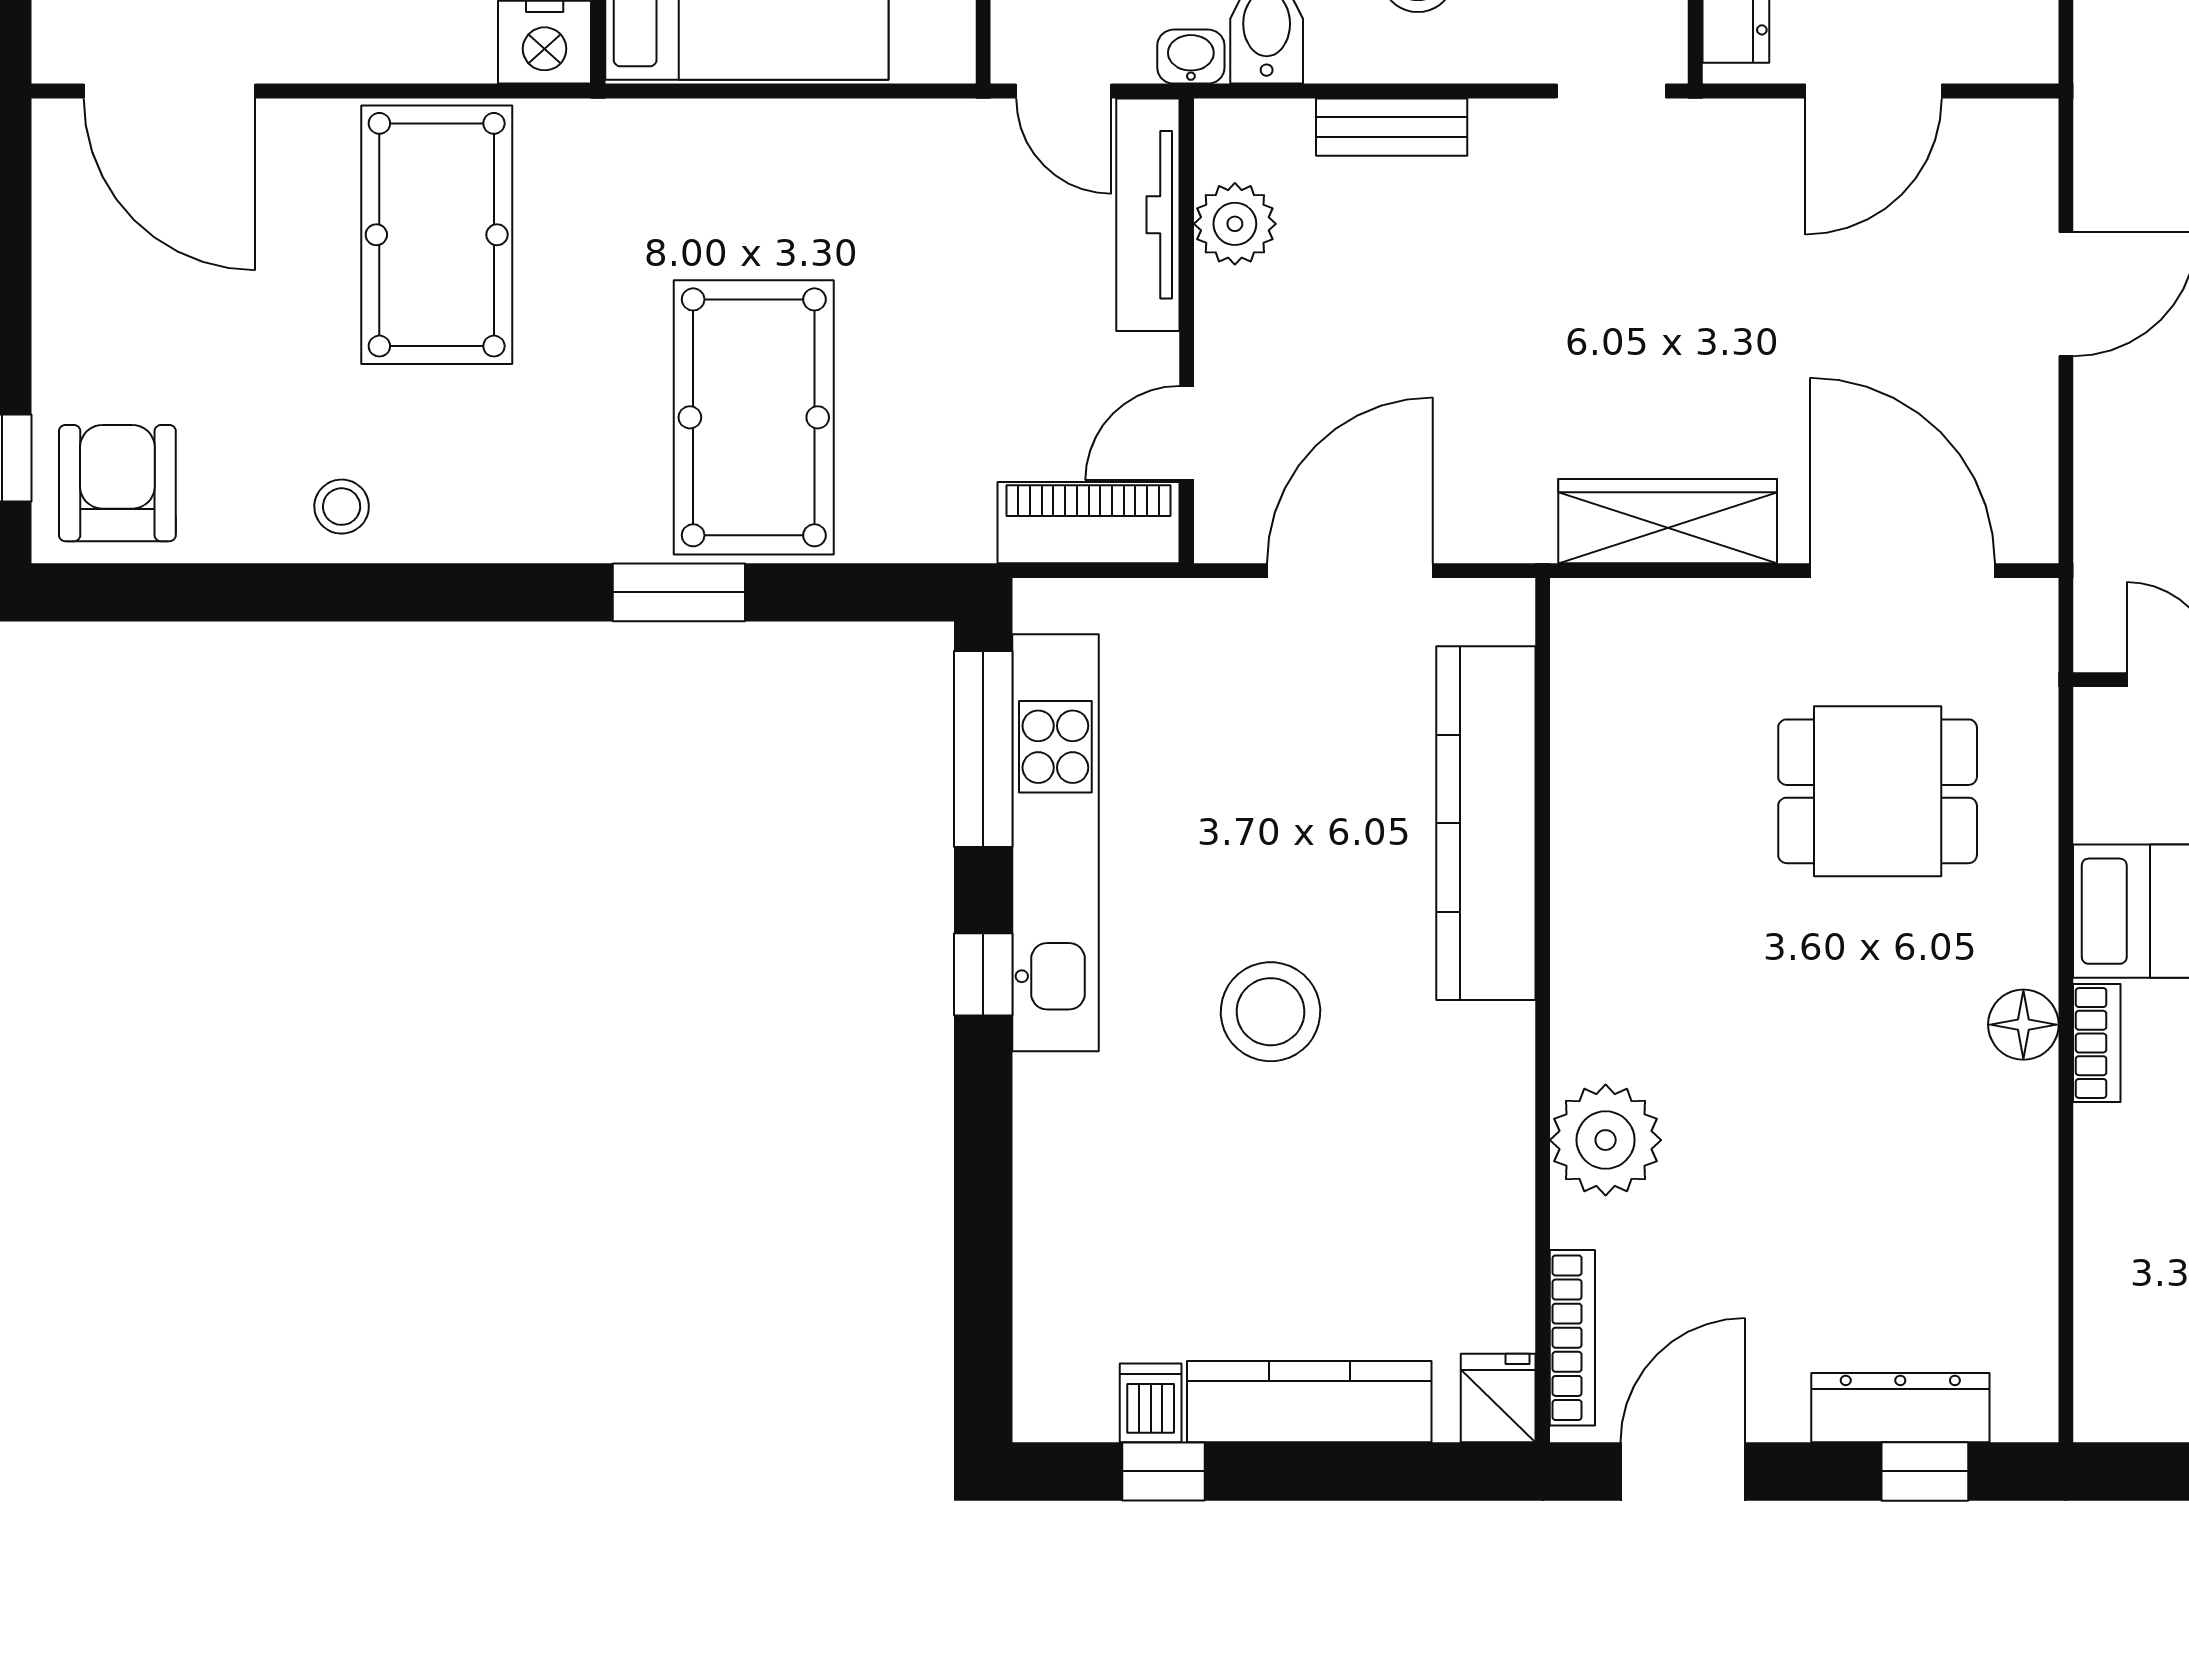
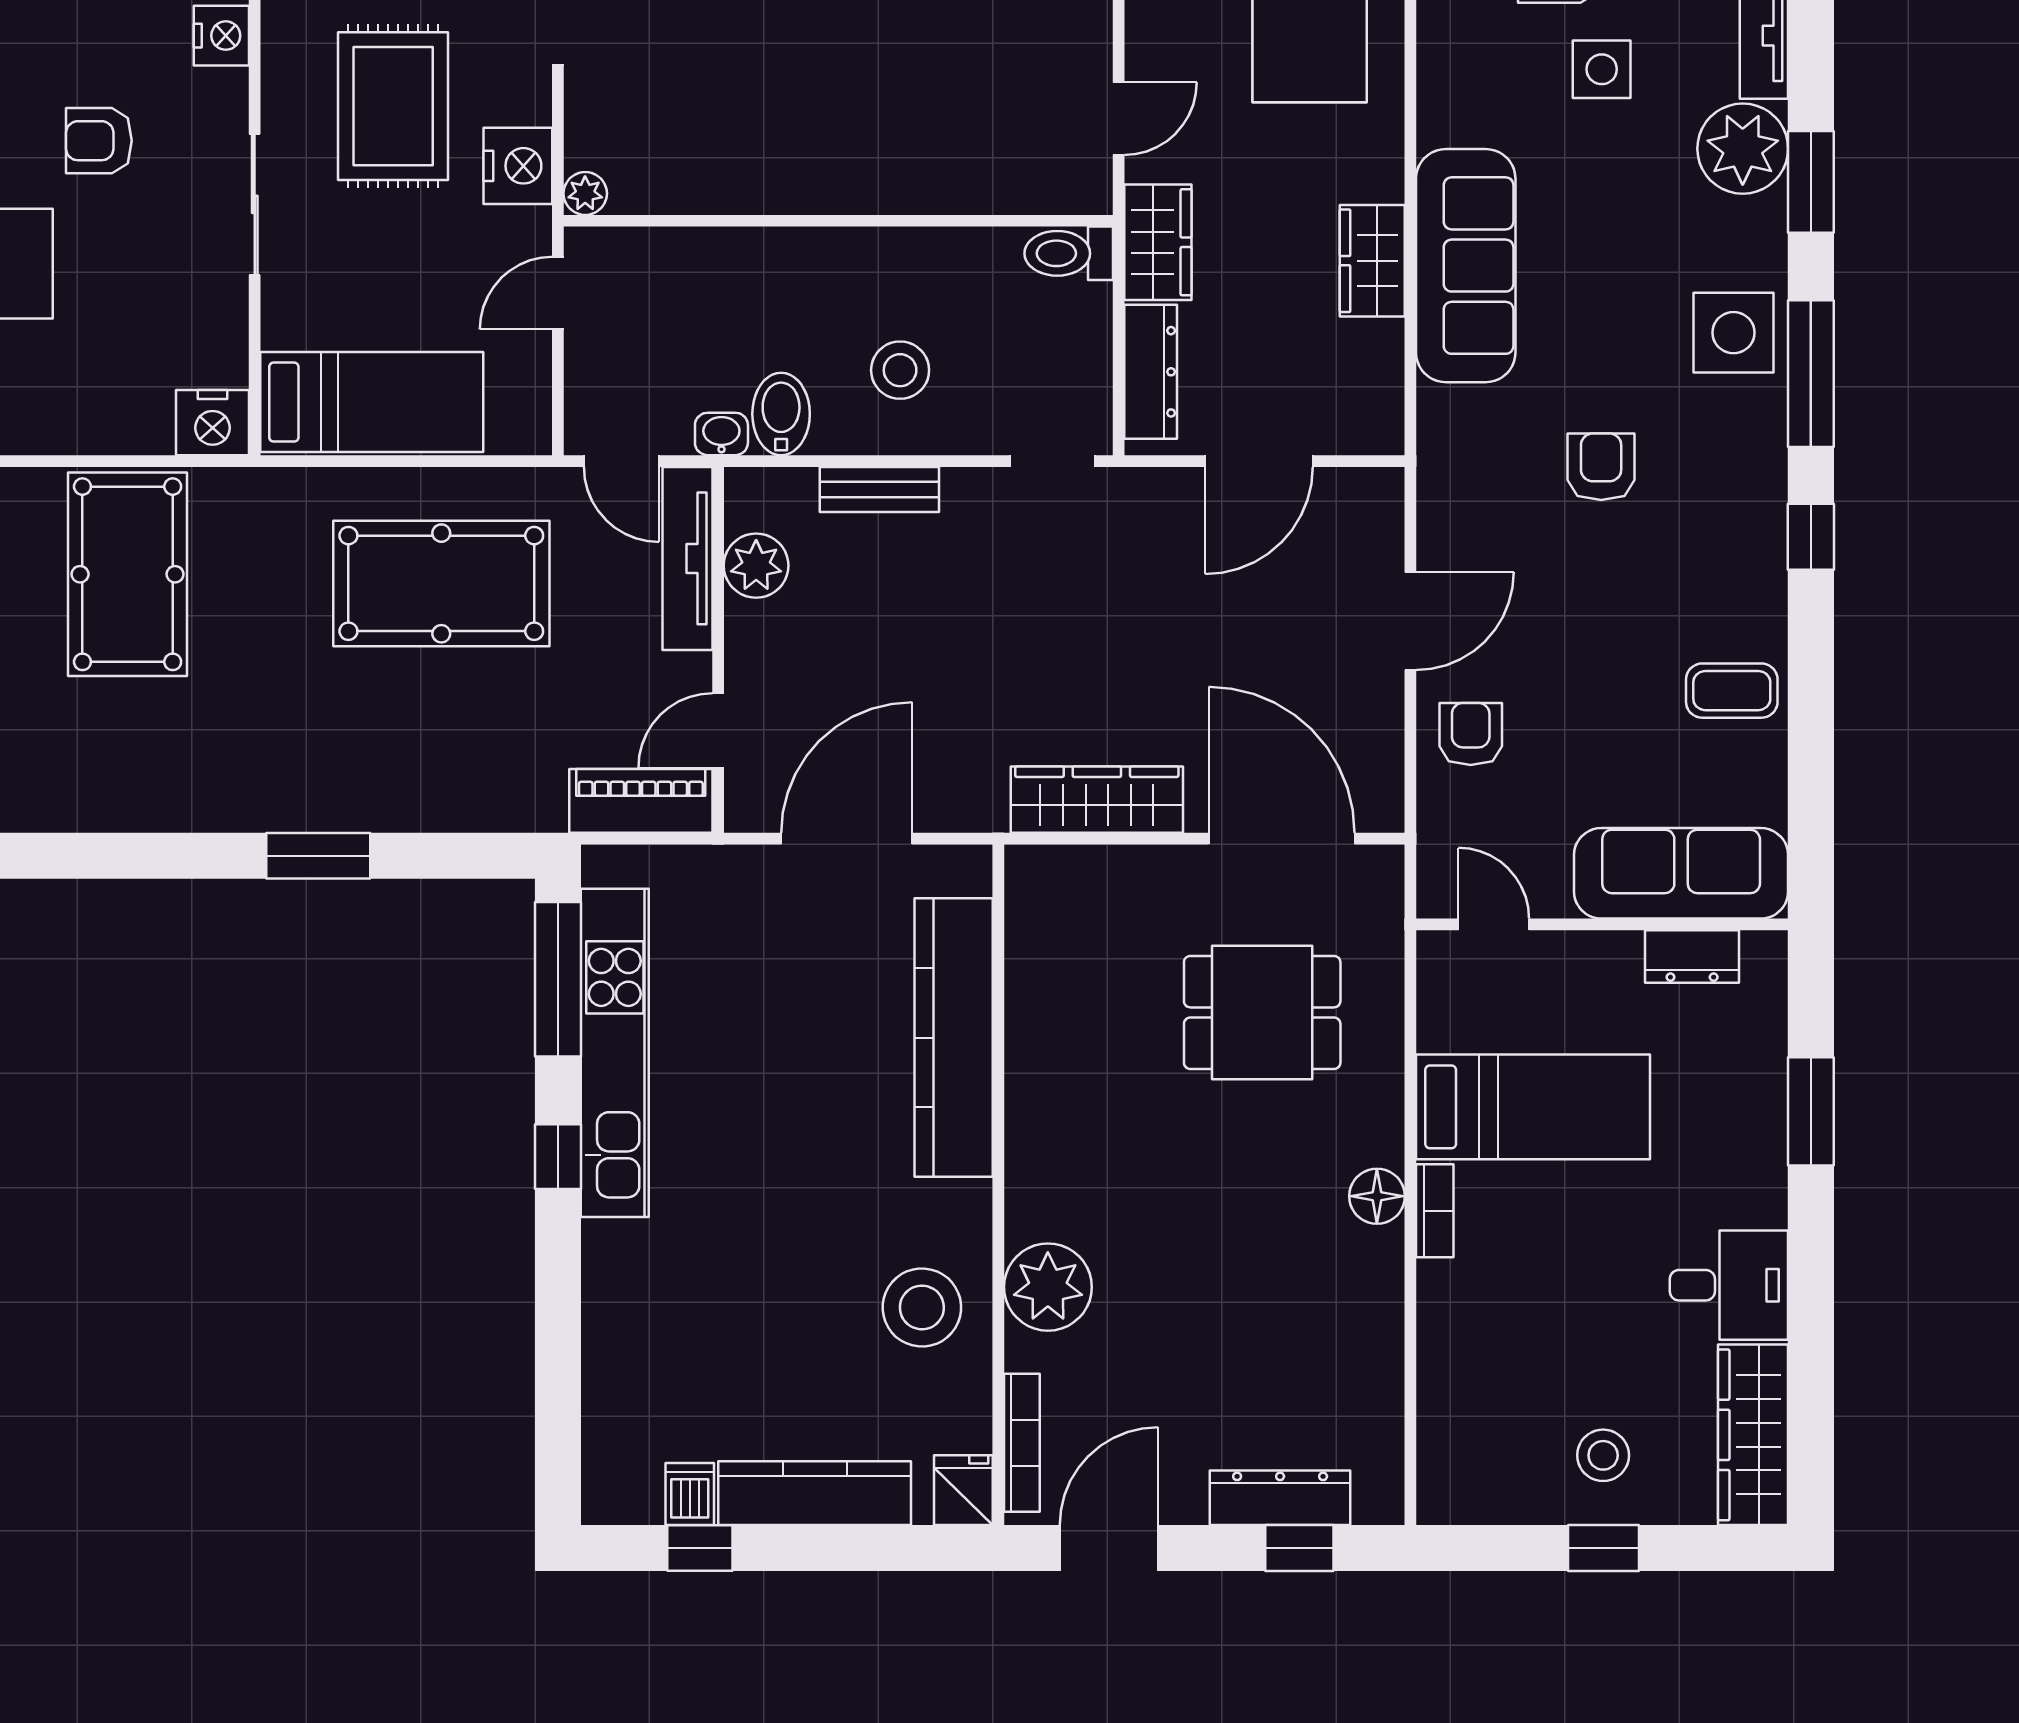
pool table: (754, 417) -> (441, 583), moved, turned 90
armchair: (2142, 438) -> (1471, 734), added
stool: (342, 507) -> (53, 788), removed
stool: (1271, 1012) -> (922, 1307), moved

